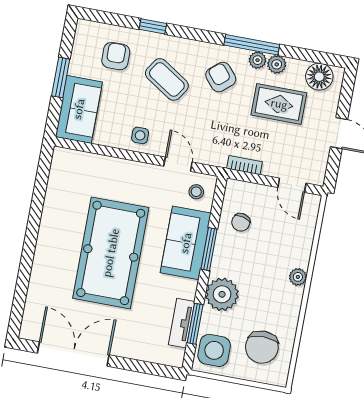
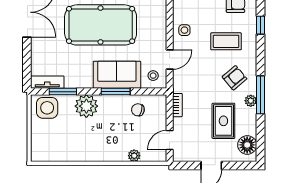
plant: (277, 64) -> (250, 114), removed
coffee table: (167, 79) -> (226, 41), turned 57
plant: (298, 277) -> (134, 156), moved
tv unit: (182, 323) -> (47, 82), moved
chair: (262, 347) -> (55, 140), removed

